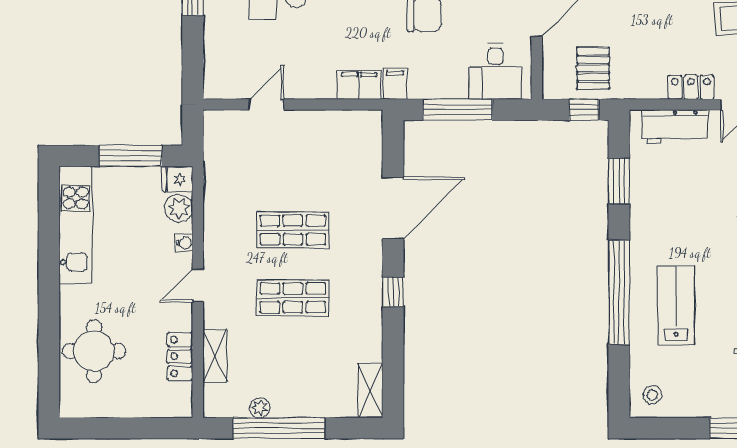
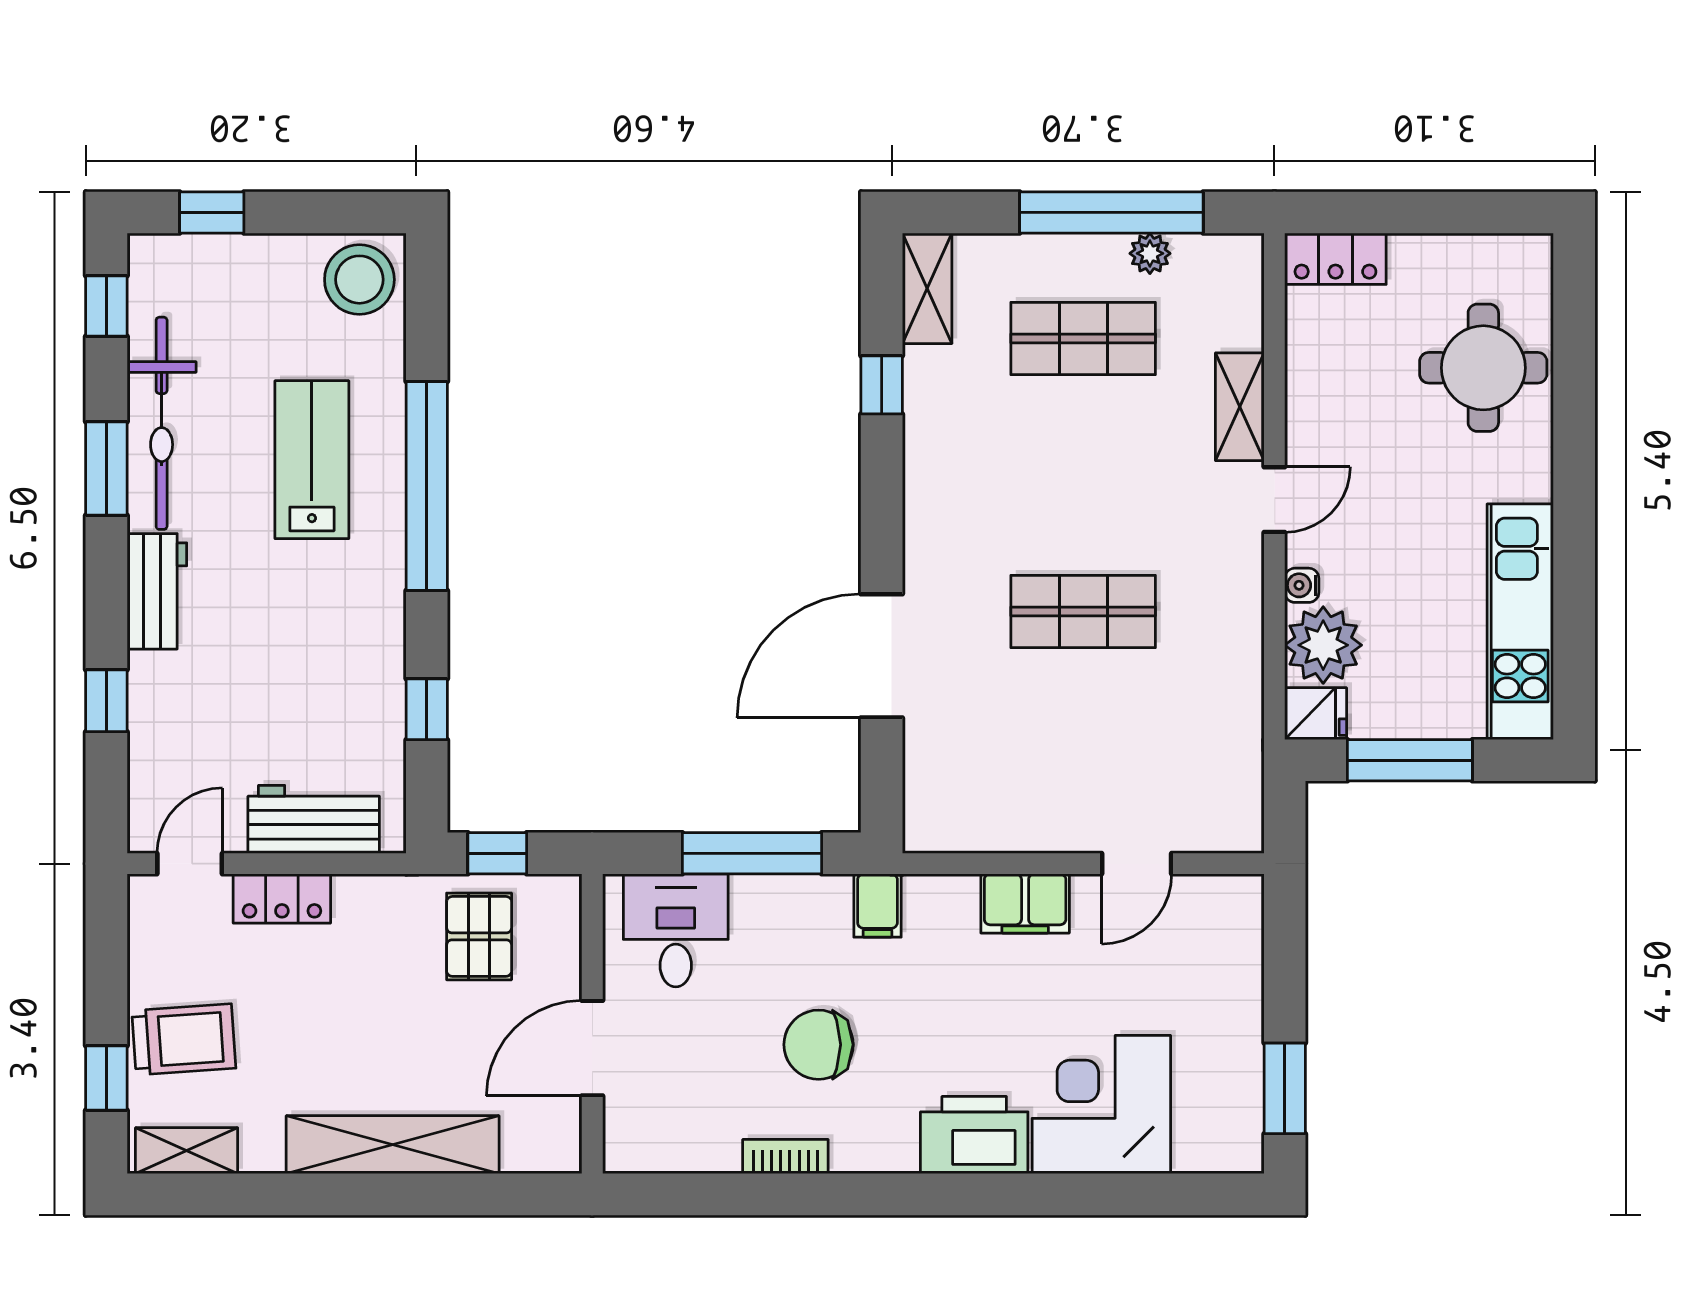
filing cabinet: (359, 85) -> (1025, 903), moved
window: (619, 181) -> (427, 709), width x0.67
plant: (179, 208) -> (1323, 645), width x1.36, depth x1.36
window: (393, 292) -> (882, 385), moved
shop shelf: (293, 298) -> (1083, 338), moved
lab bench: (676, 305) -> (312, 460), turned 180
locker: (180, 356) -> (1335, 259), moved, turned 90
shelving: (215, 356) -> (1240, 407), moved
stool: (652, 395) -> (359, 280), width x1.89, depth x1.89

